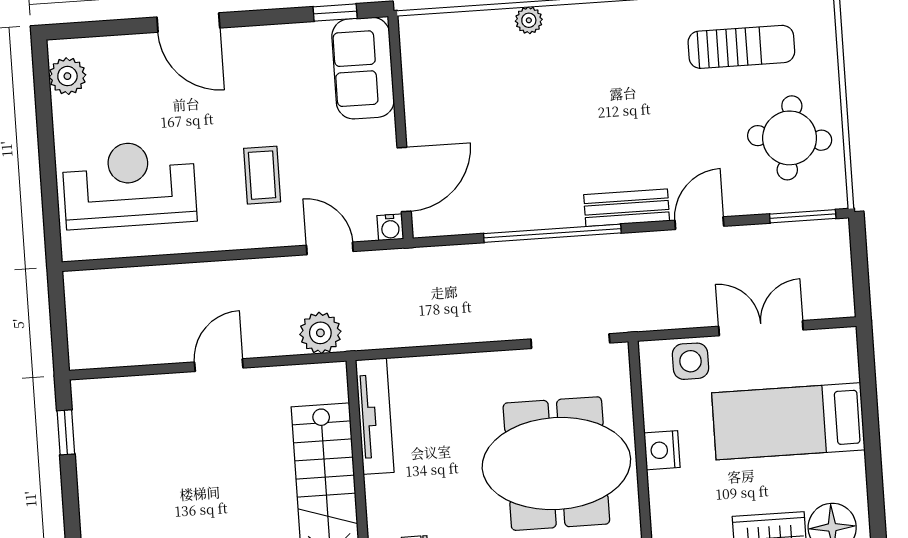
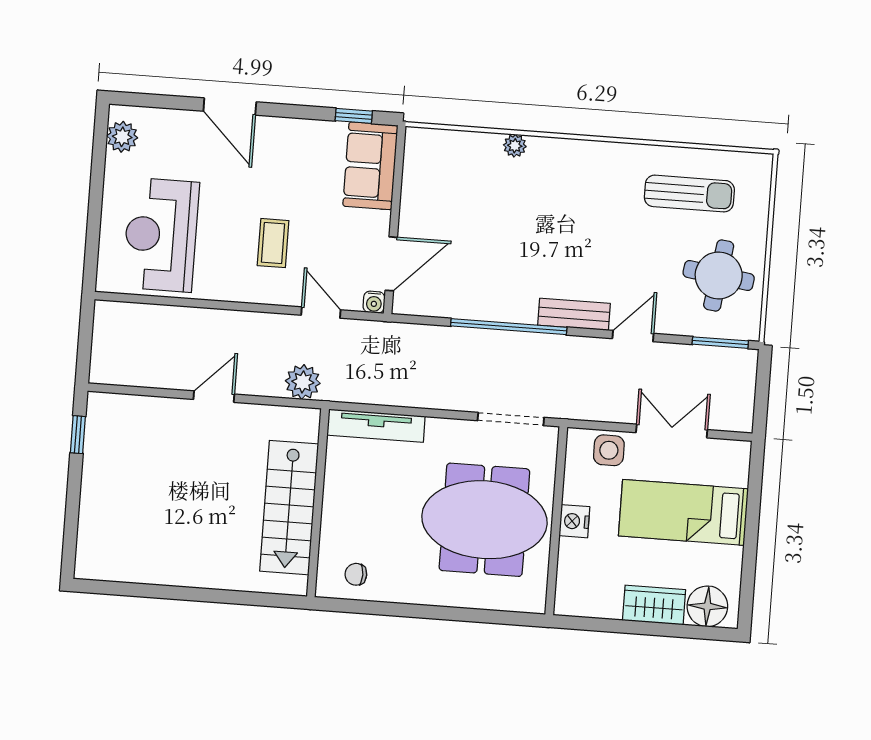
reception desk: (129, 184) -> (161, 235), turned -90
tv unit: (375, 416) -> (376, 426), moved, turned 90

